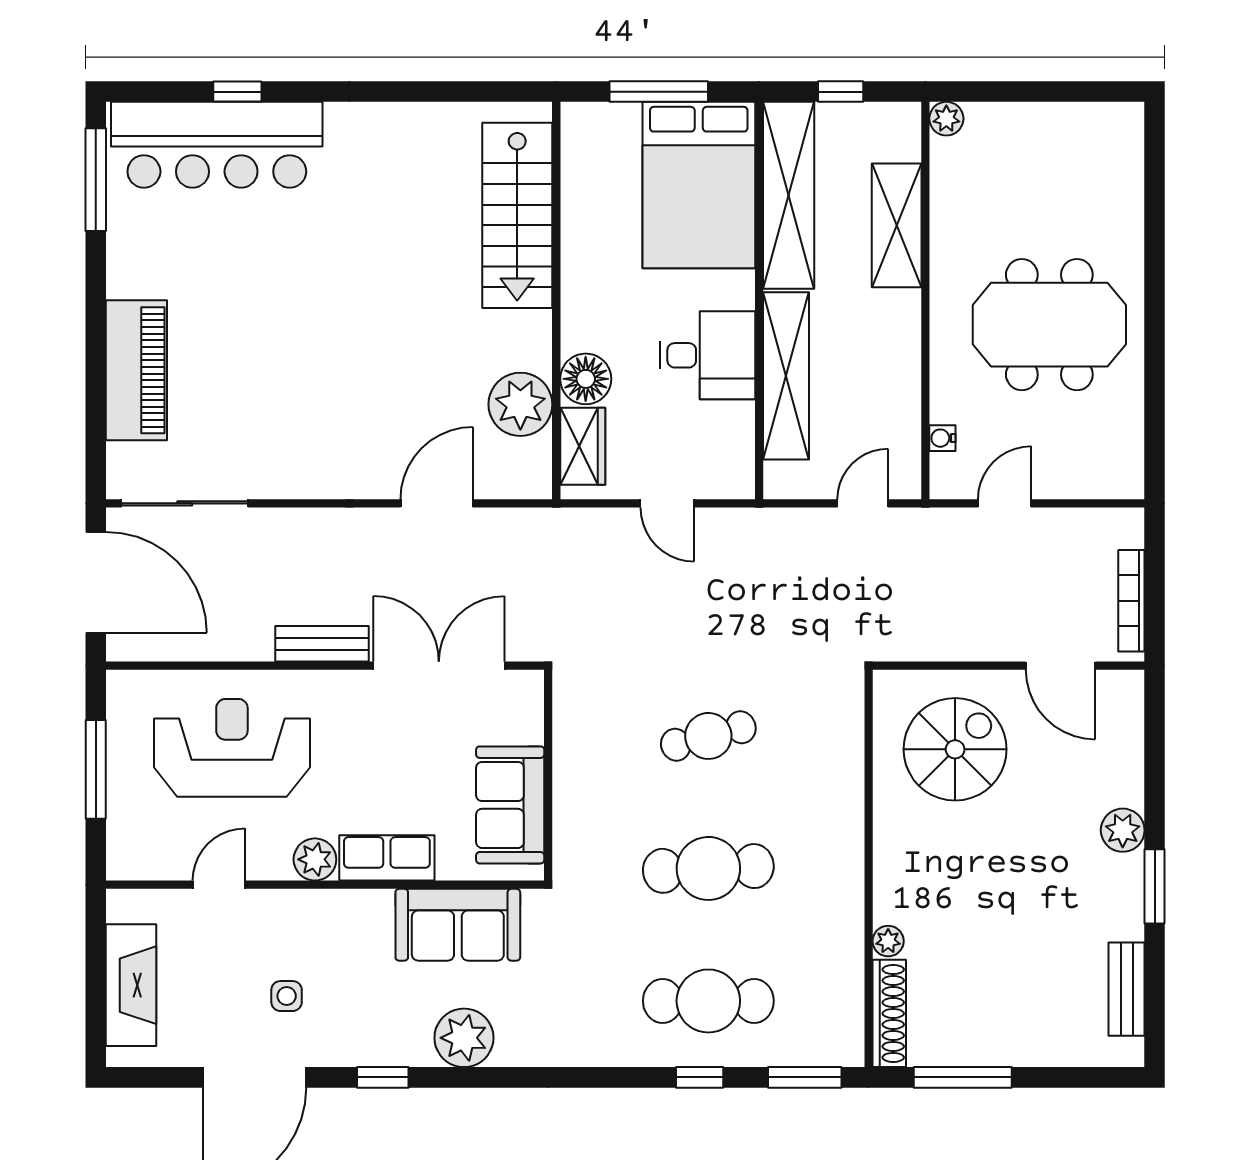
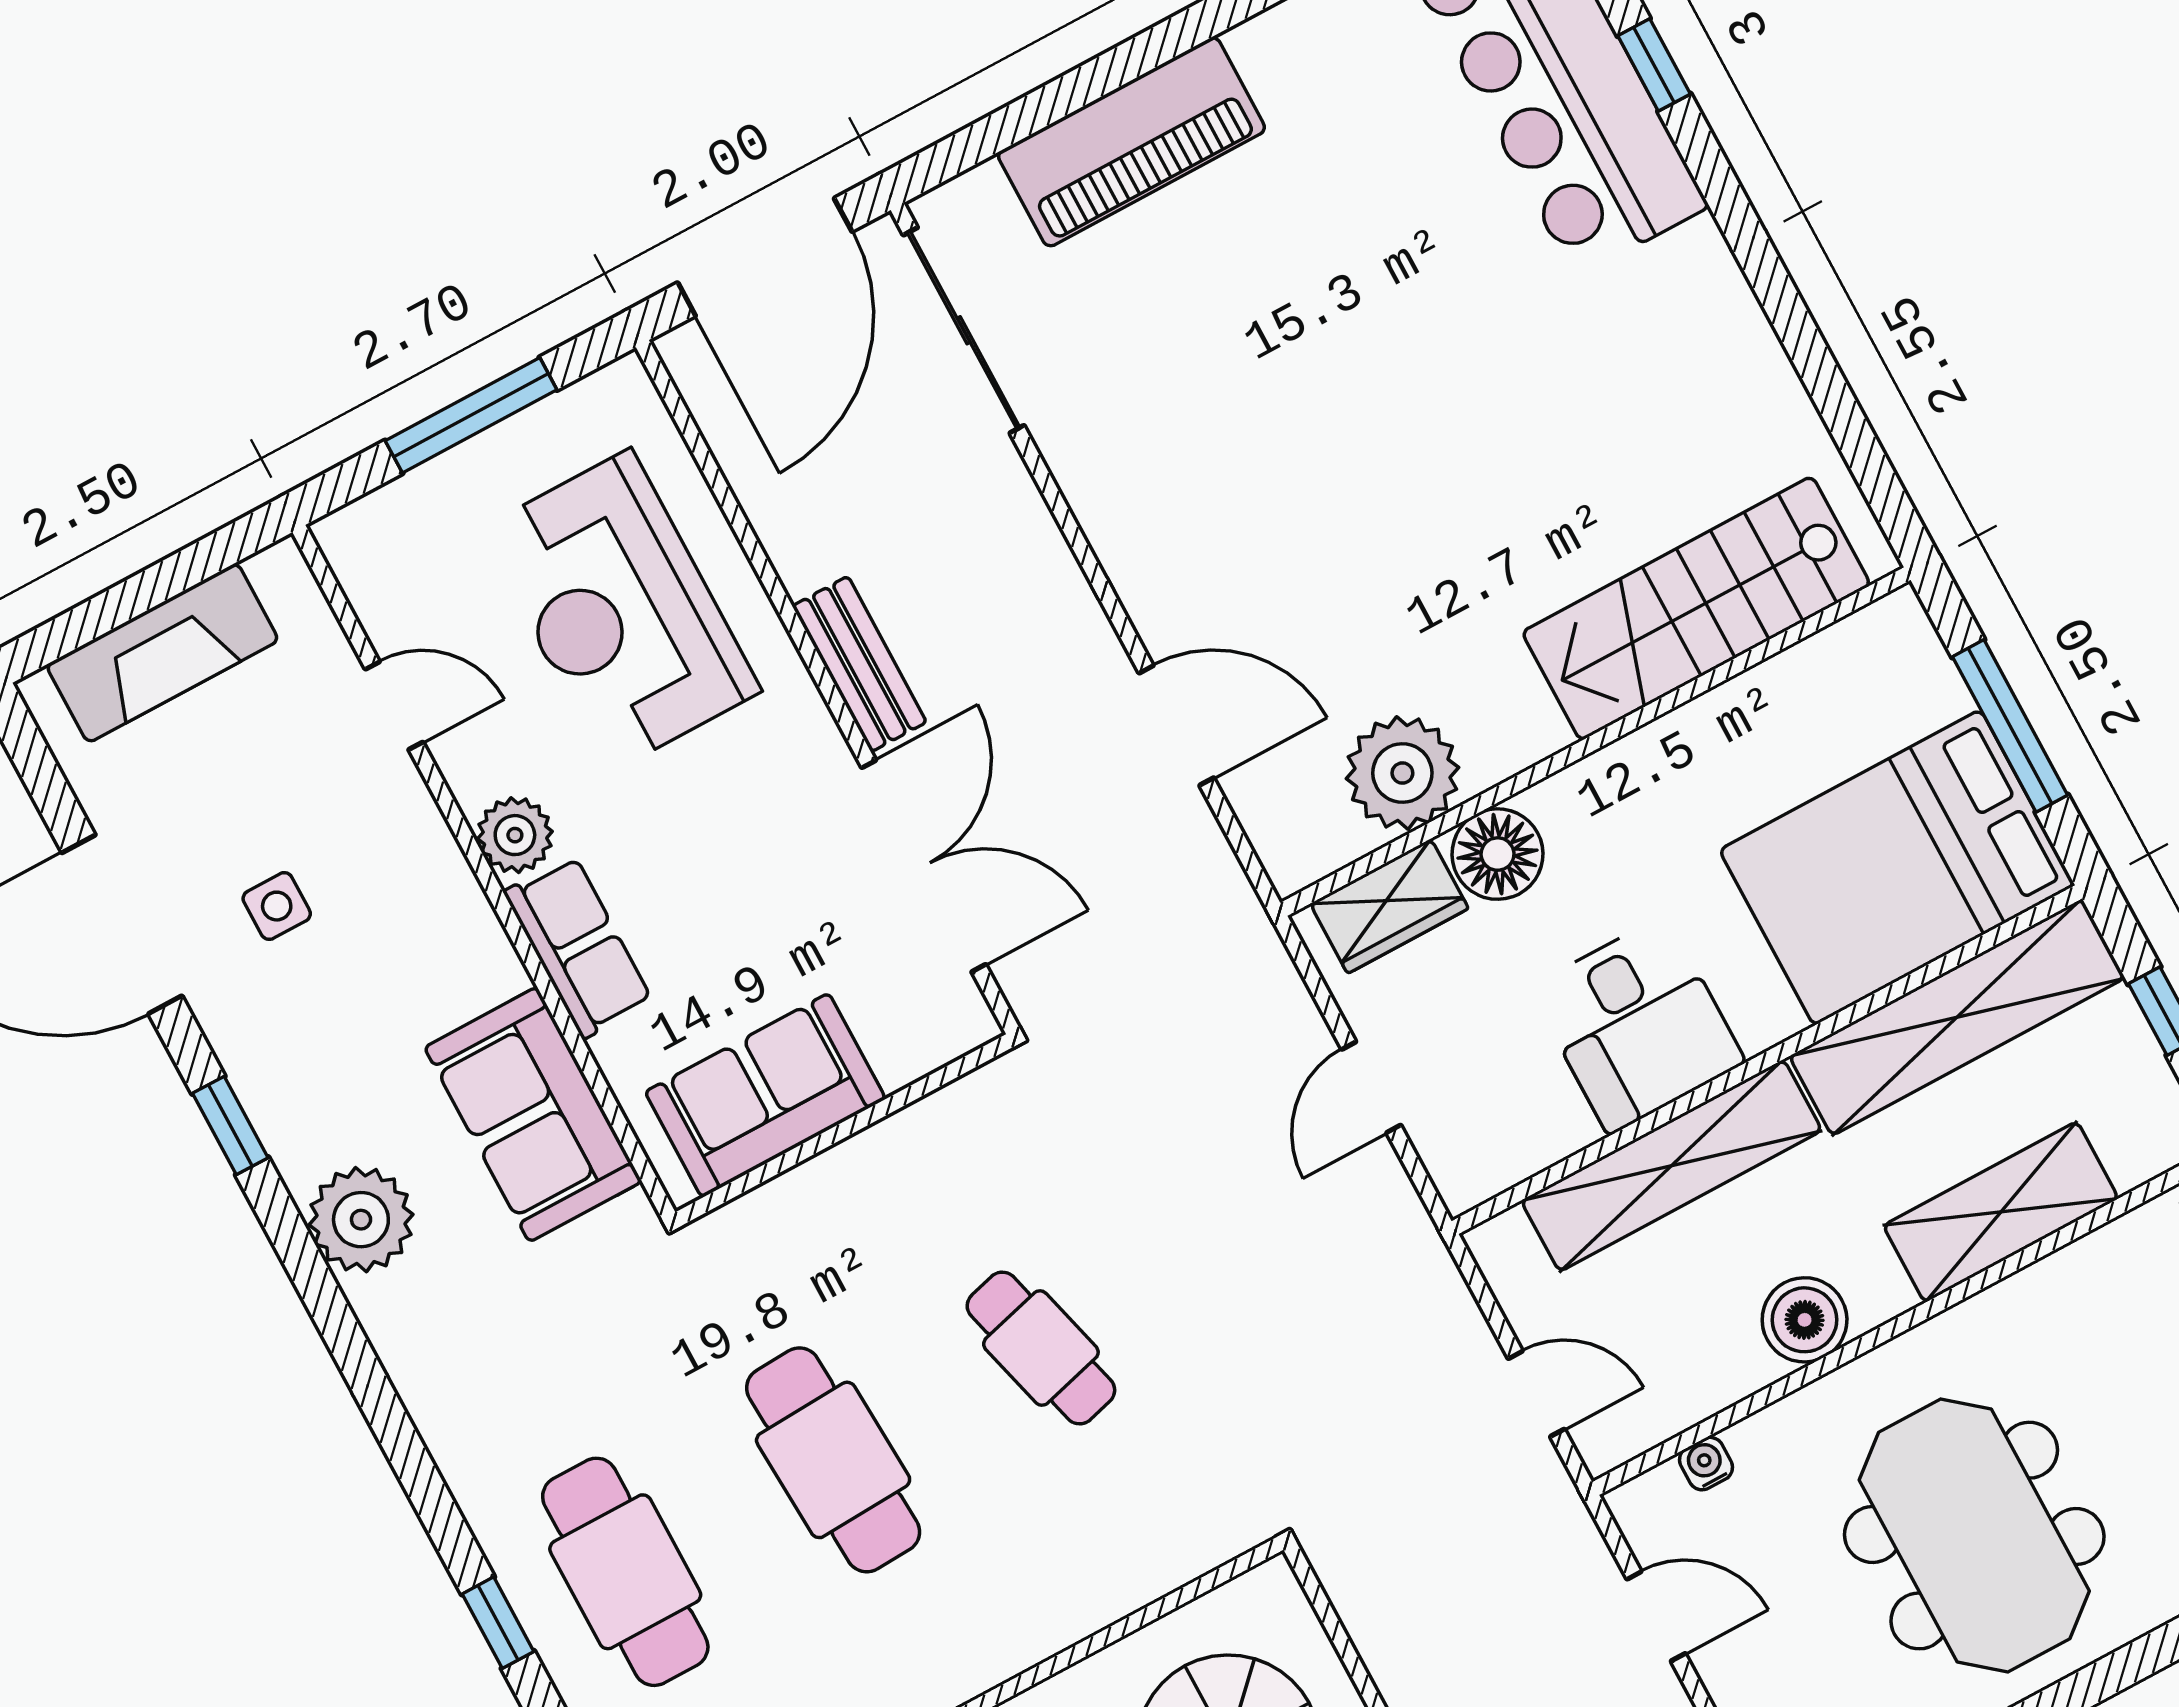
boiler: (898, 351) -> (1805, 1320), added
reception desk: (232, 748) -> (620, 611), turned 180

